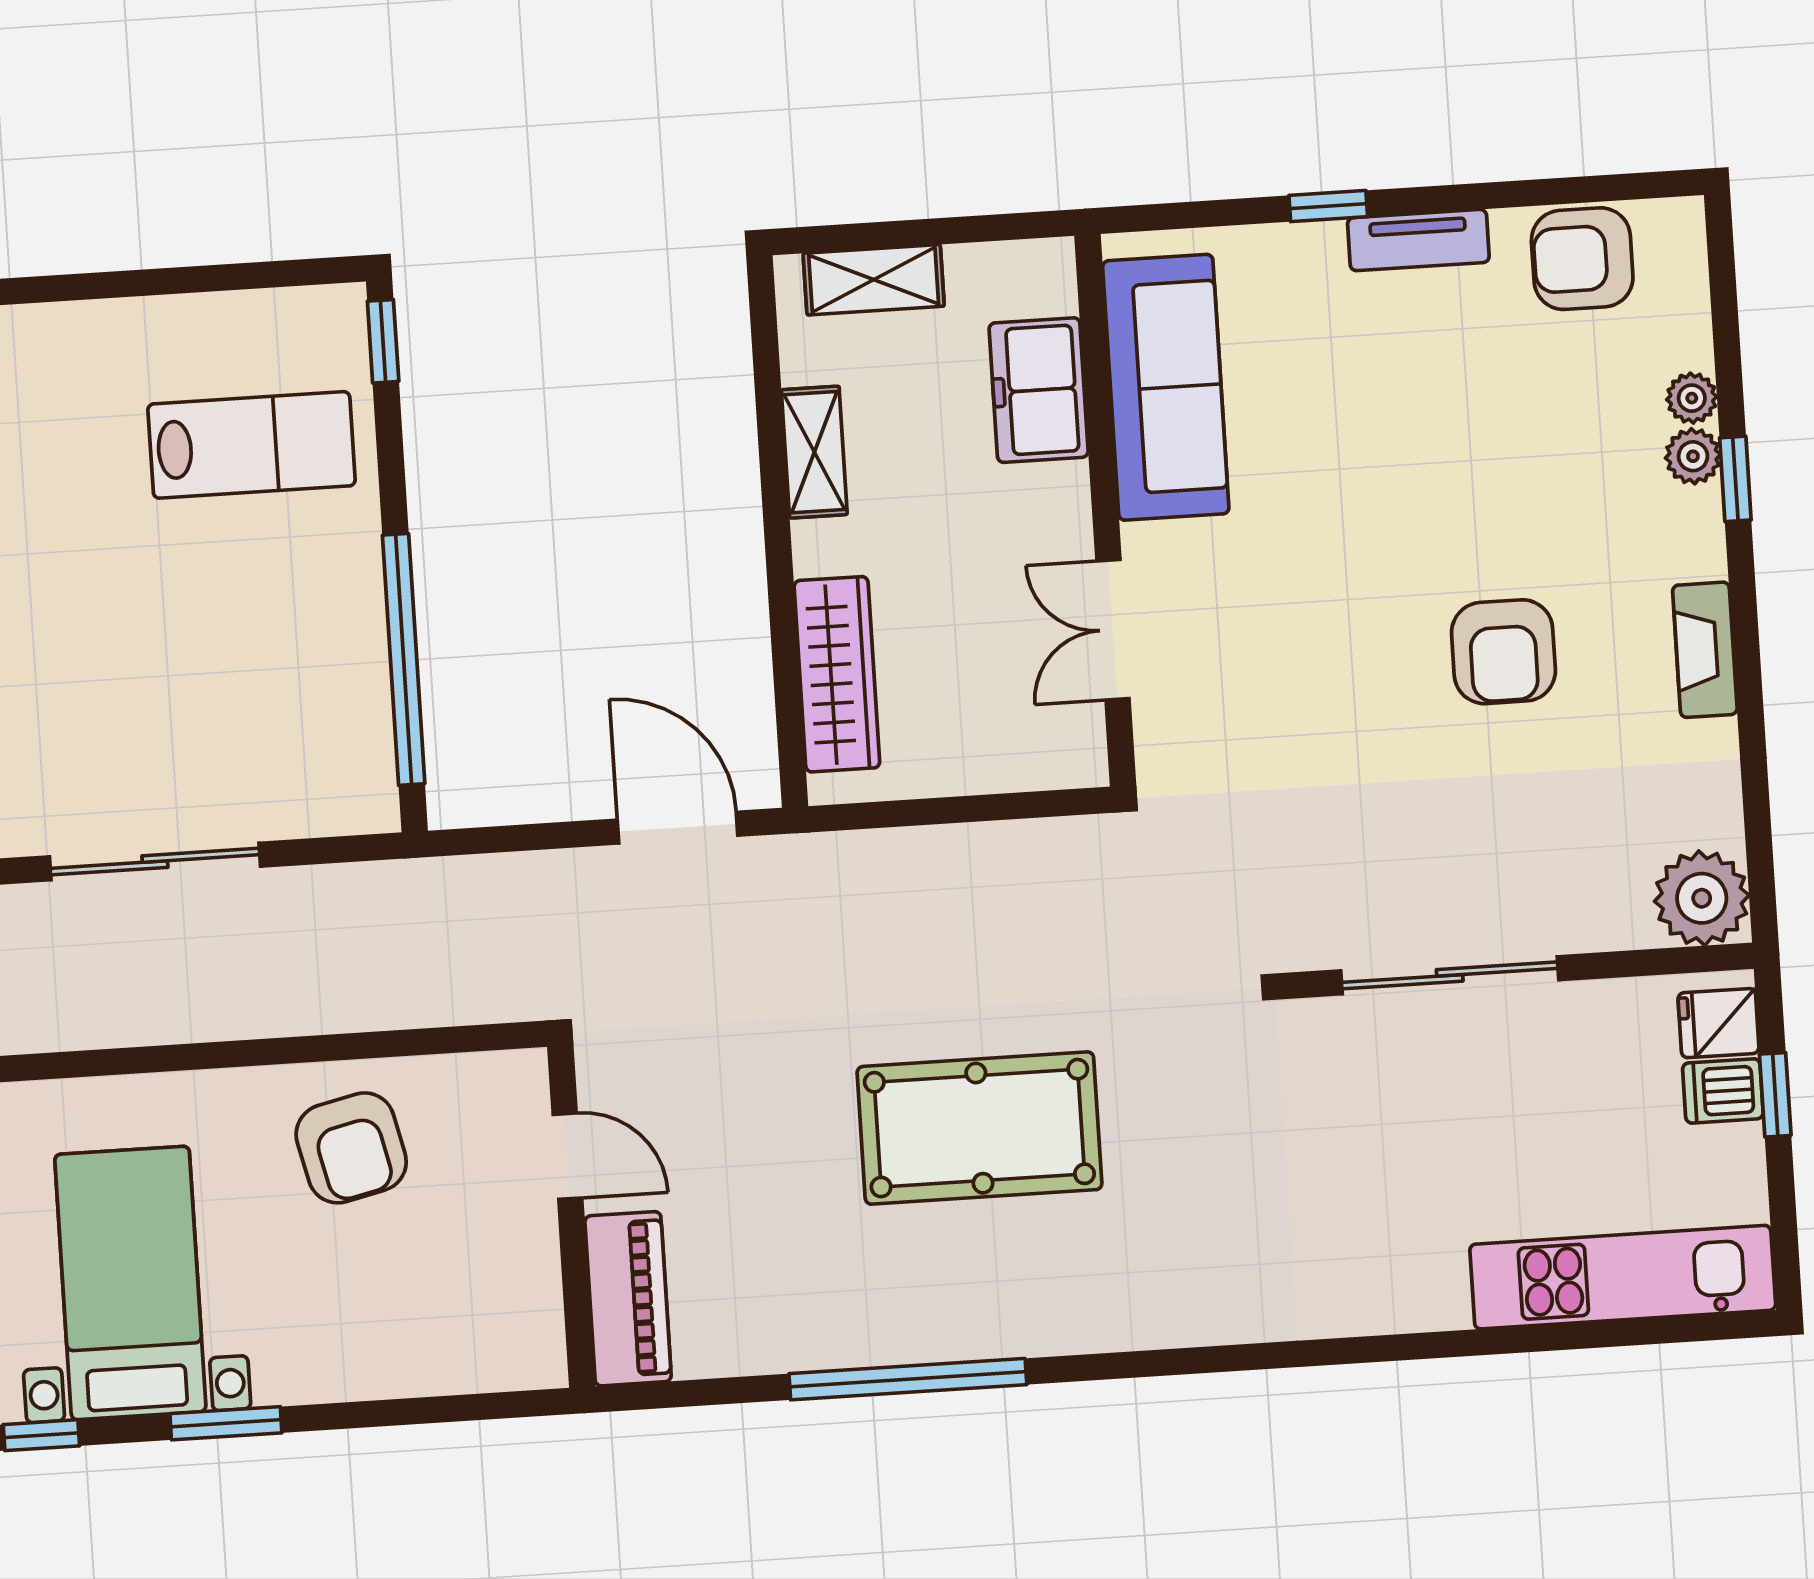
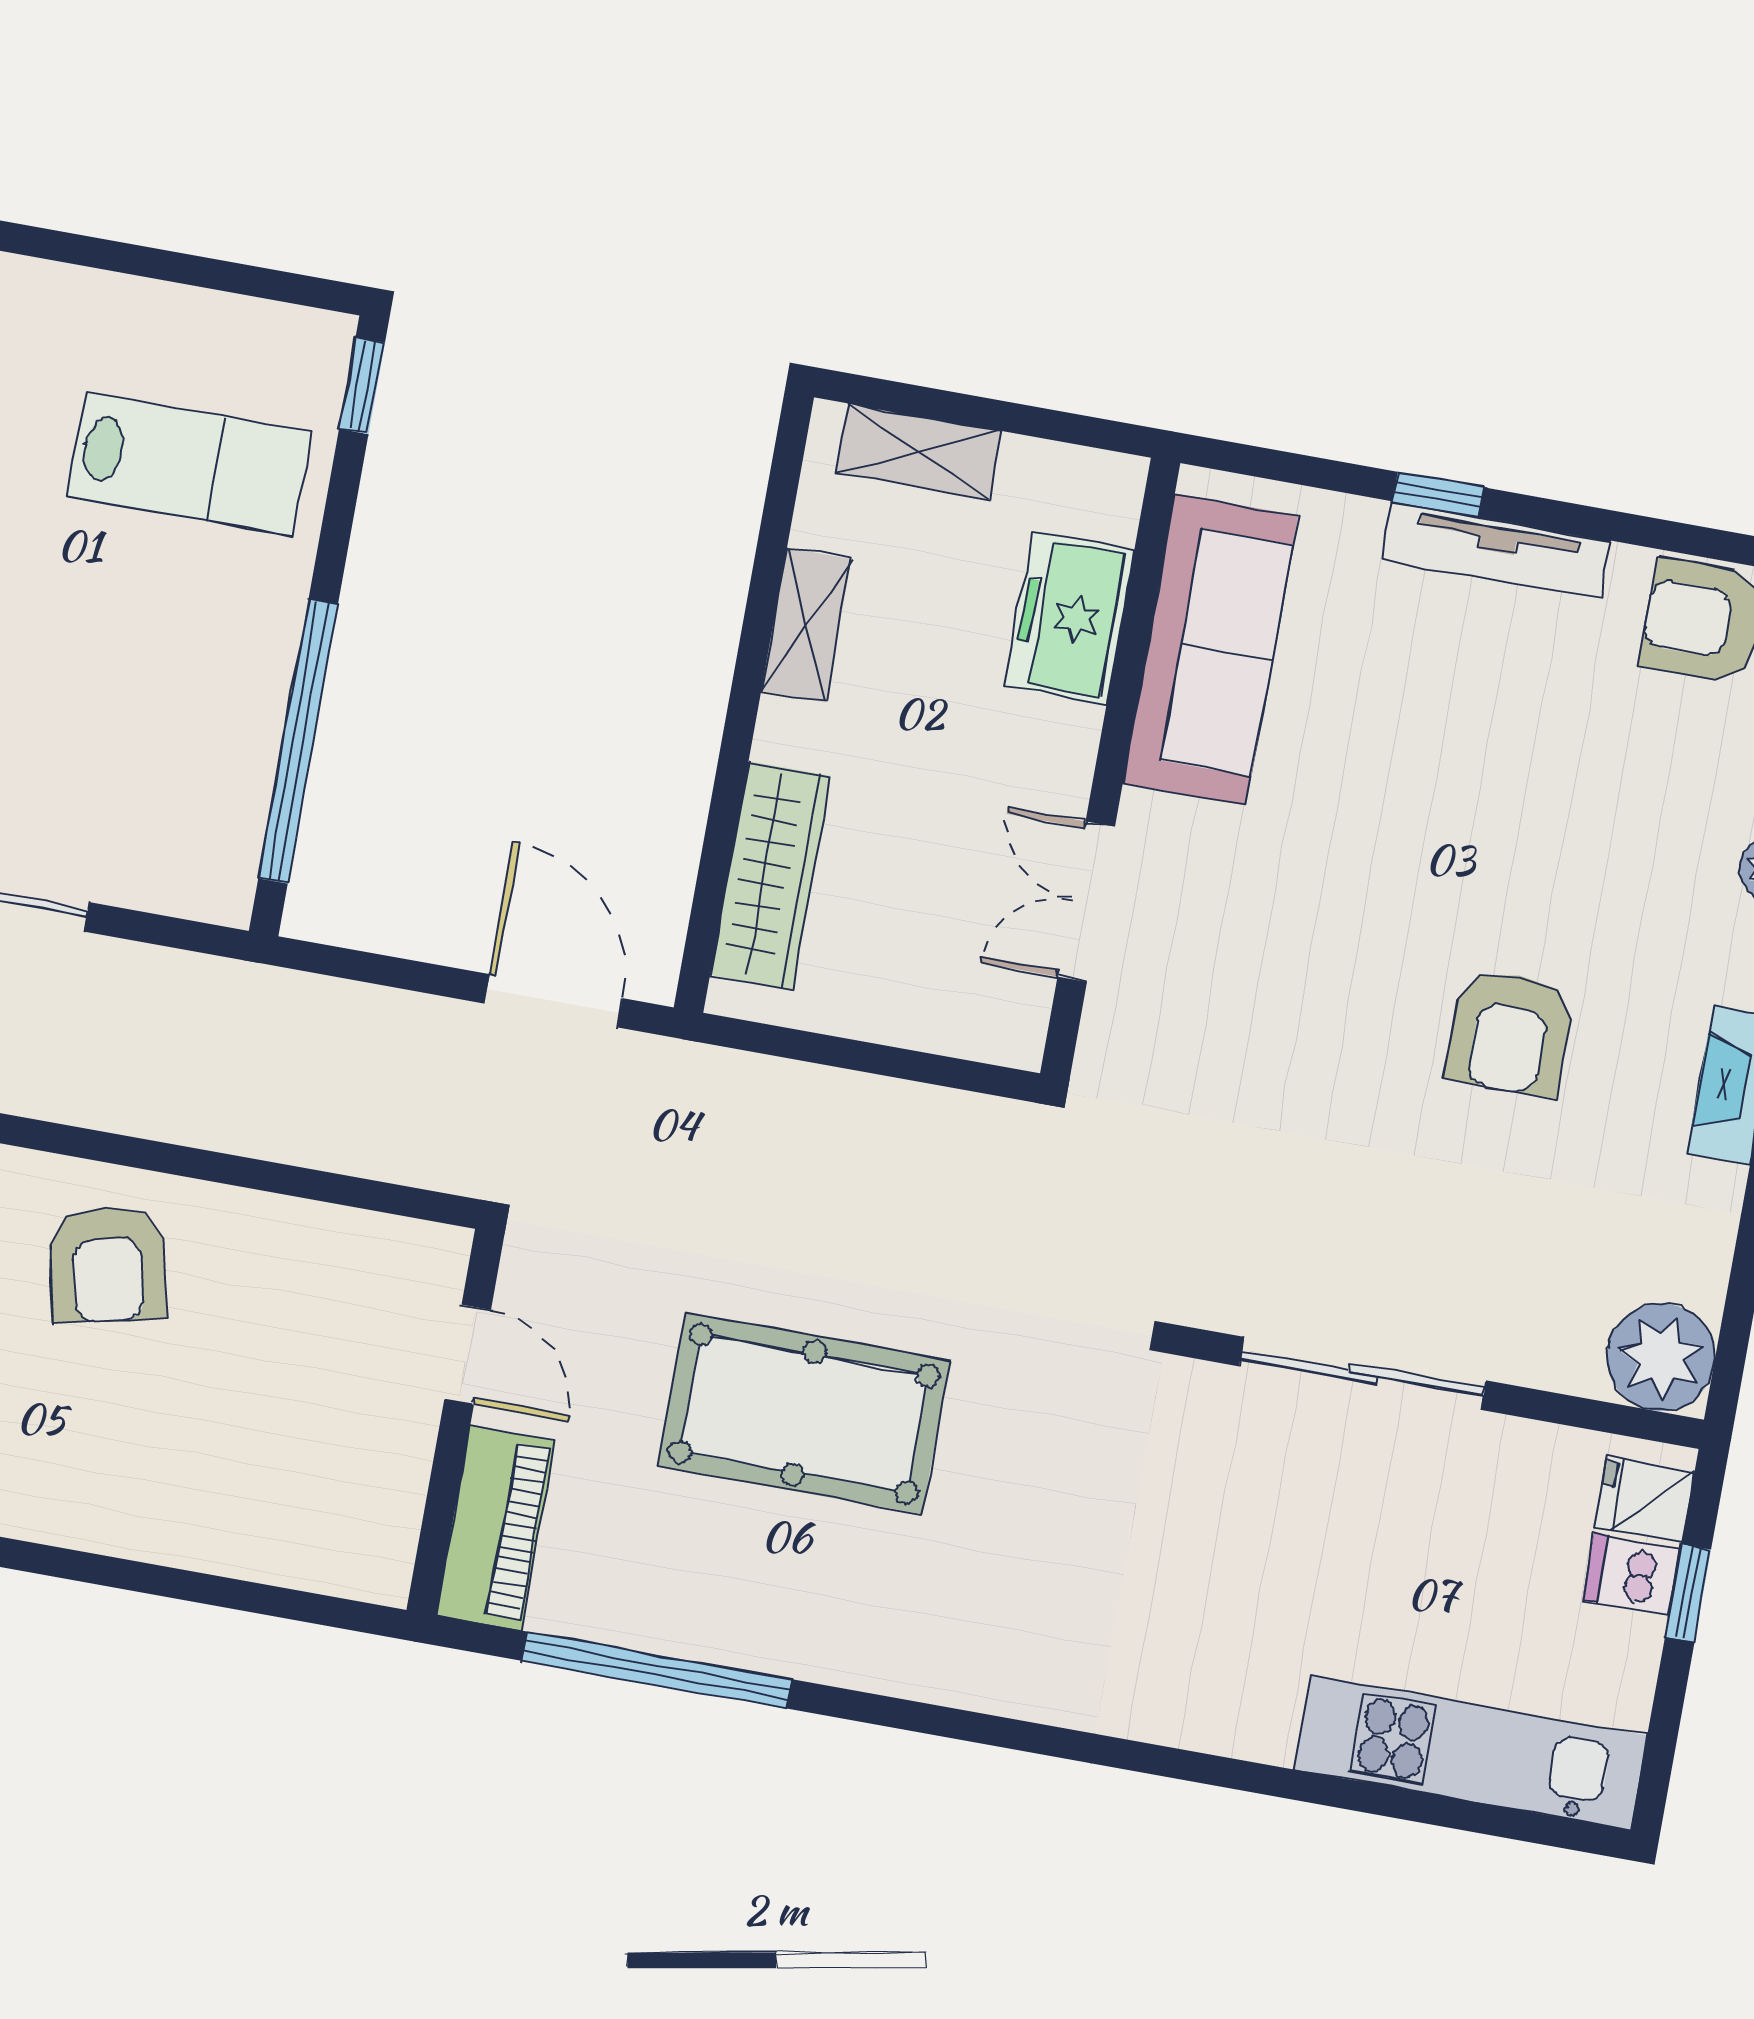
tv unit: (1418, 240) -> (1496, 551), width x1.41
door: (567, 1156) -> (468, 1355), moved
wall: (571, 1217) -> (456, 1422), moved
piano: (628, 1299) -> (495, 1528), moved

